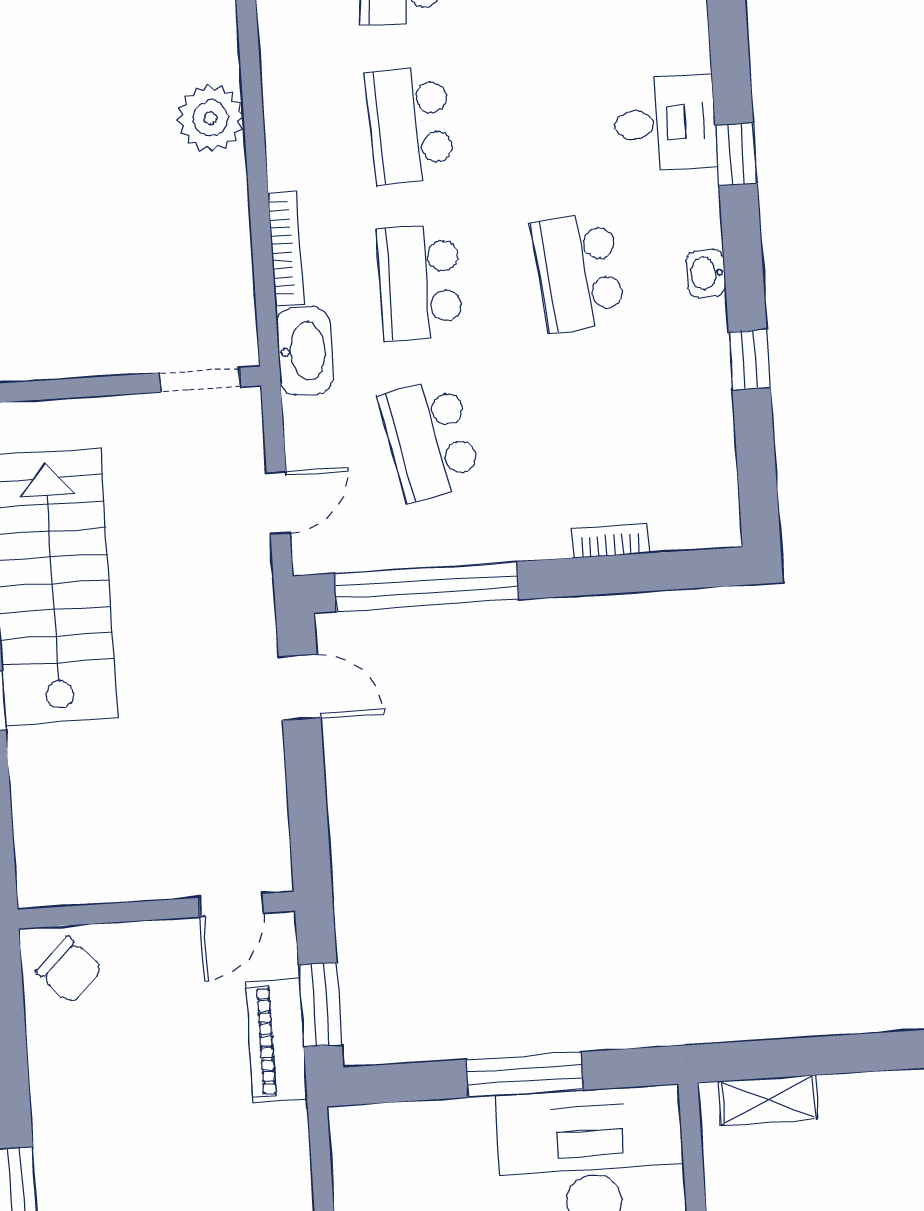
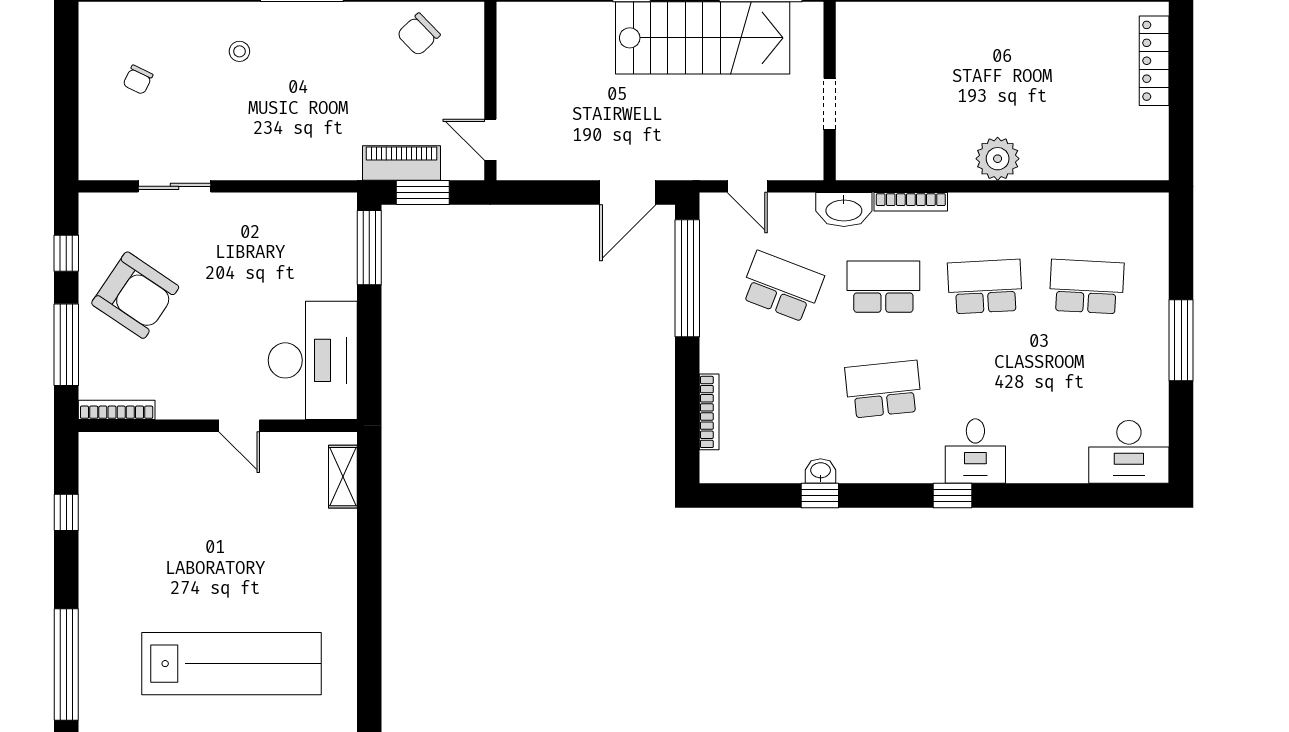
washbasin: (706, 273) -> (821, 471), moved
doorway: (200, 380) -> (830, 104), moved
school desk: (430, 439) -> (782, 287), turned 33
bookcase: (610, 541) -> (709, 412), width x1.56
door: (300, 687) -> (628, 192), width x1.38
chair: (69, 970) -> (419, 34), moved
window: (525, 1075) -> (369, 248), moved

